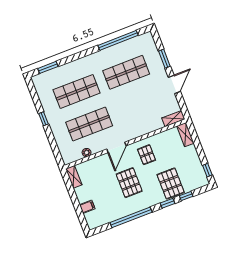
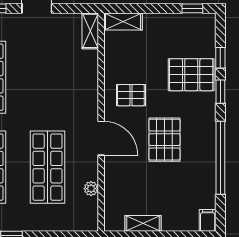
shelving: (74, 177) -> (143, 223), moved
pallet: (129, 183) -> (164, 140), turned 90
filing cabinet: (87, 207) -> (208, 220), moved

